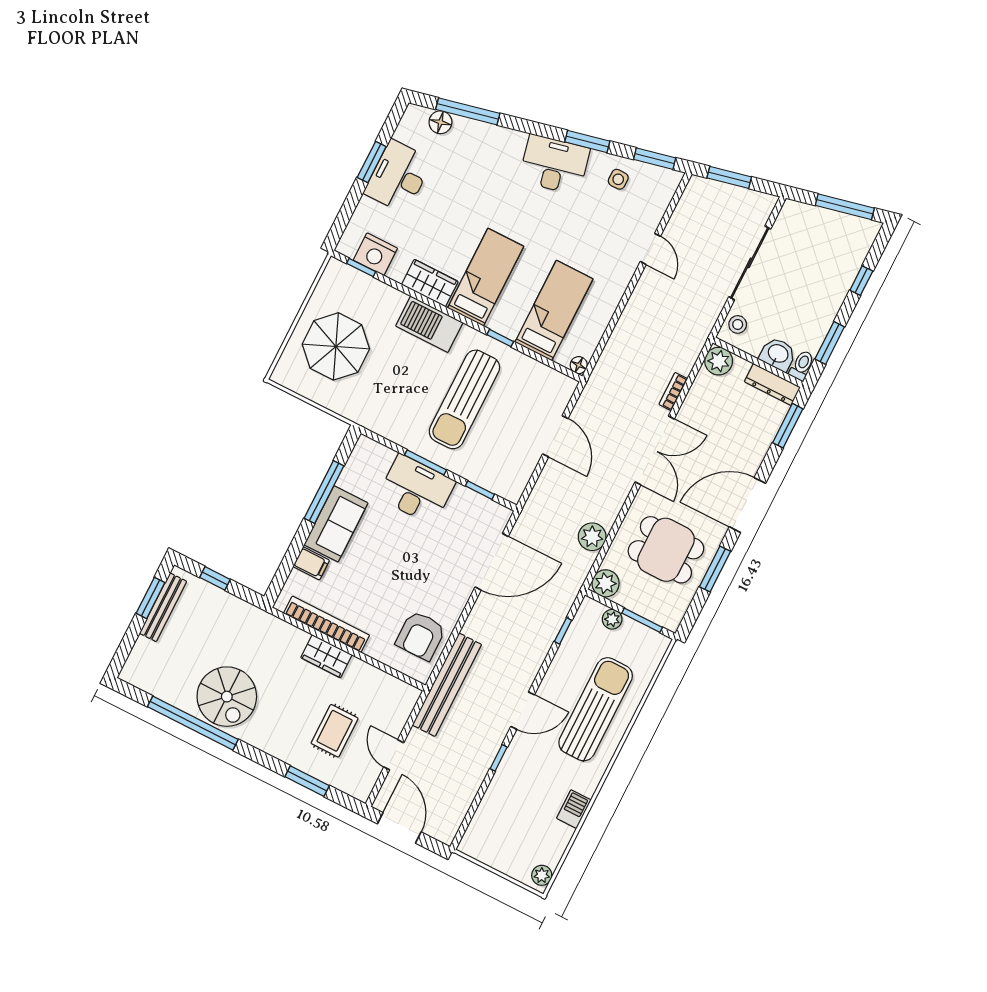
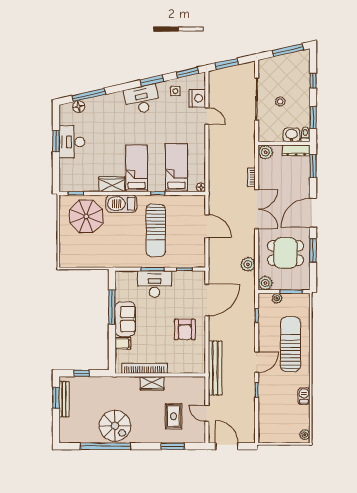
nightstand: (375, 254) -> (197, 98), moved, turned -90
stool: (738, 324) -> (280, 101), moved
parasol: (336, 346) -> (86, 216), moved
armchair: (421, 636) -> (185, 329), moved

